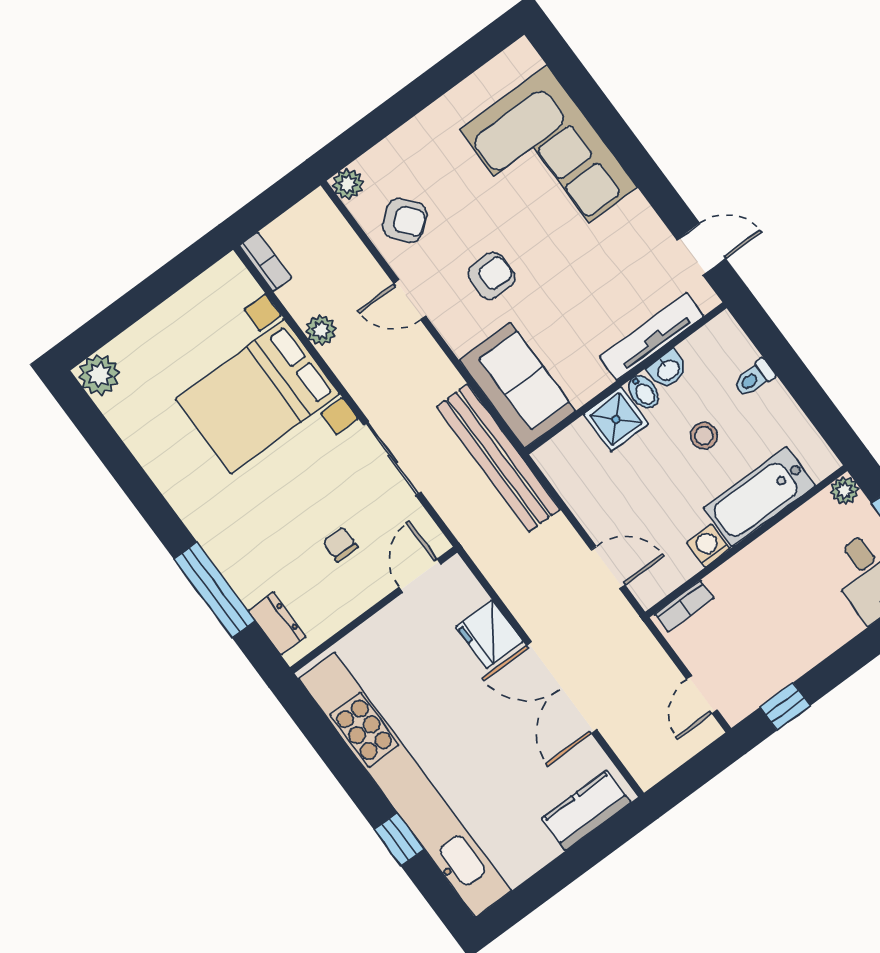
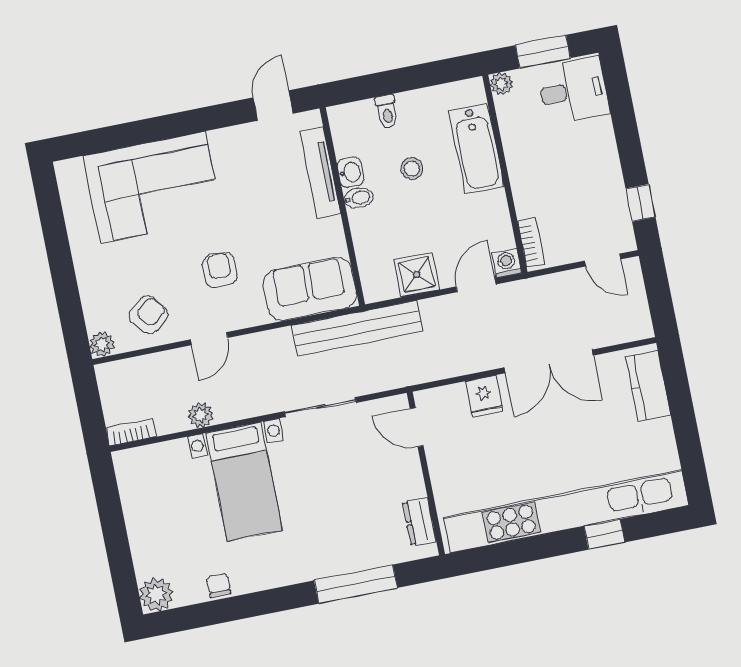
bed with nightstands: (258, 396) -> (244, 482), width x0.73
shower: (616, 419) -> (417, 275), moved
chair: (340, 545) -> (219, 585), moved, turned 90
washing machine: (708, 546) -> (507, 263), moved, turned 90
dresser: (277, 624) -> (419, 522), moved, turned -90
fridge: (490, 634) -> (484, 396), width x0.72

